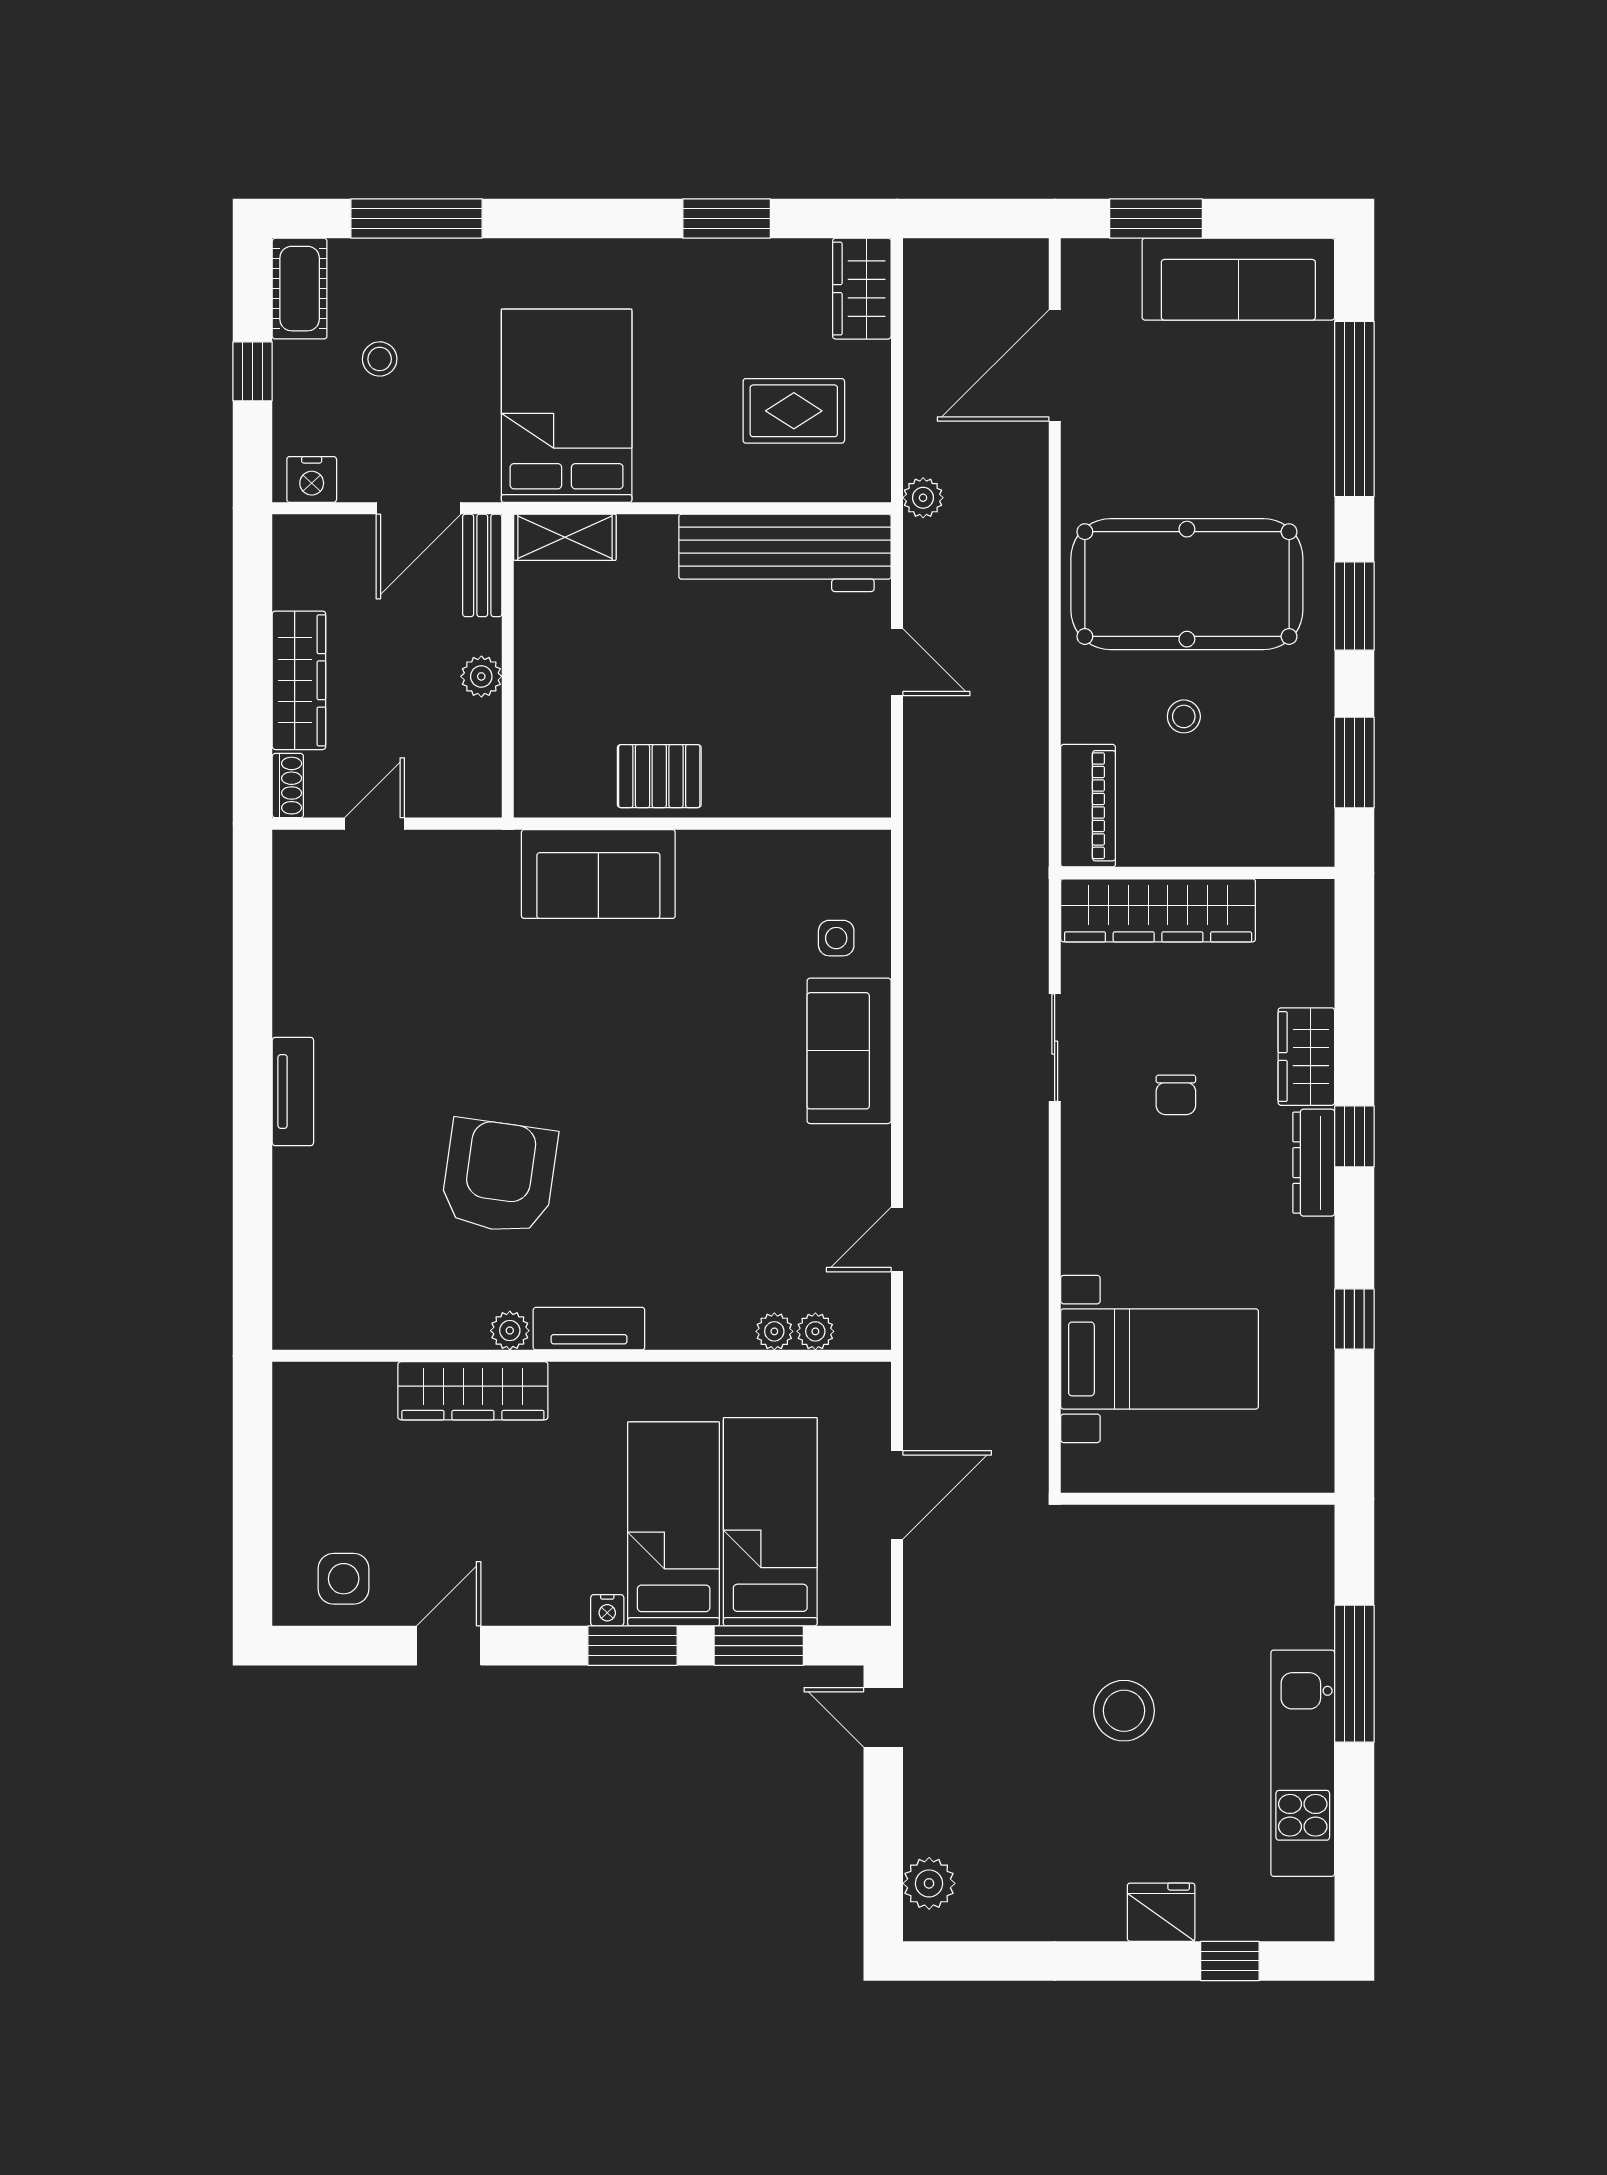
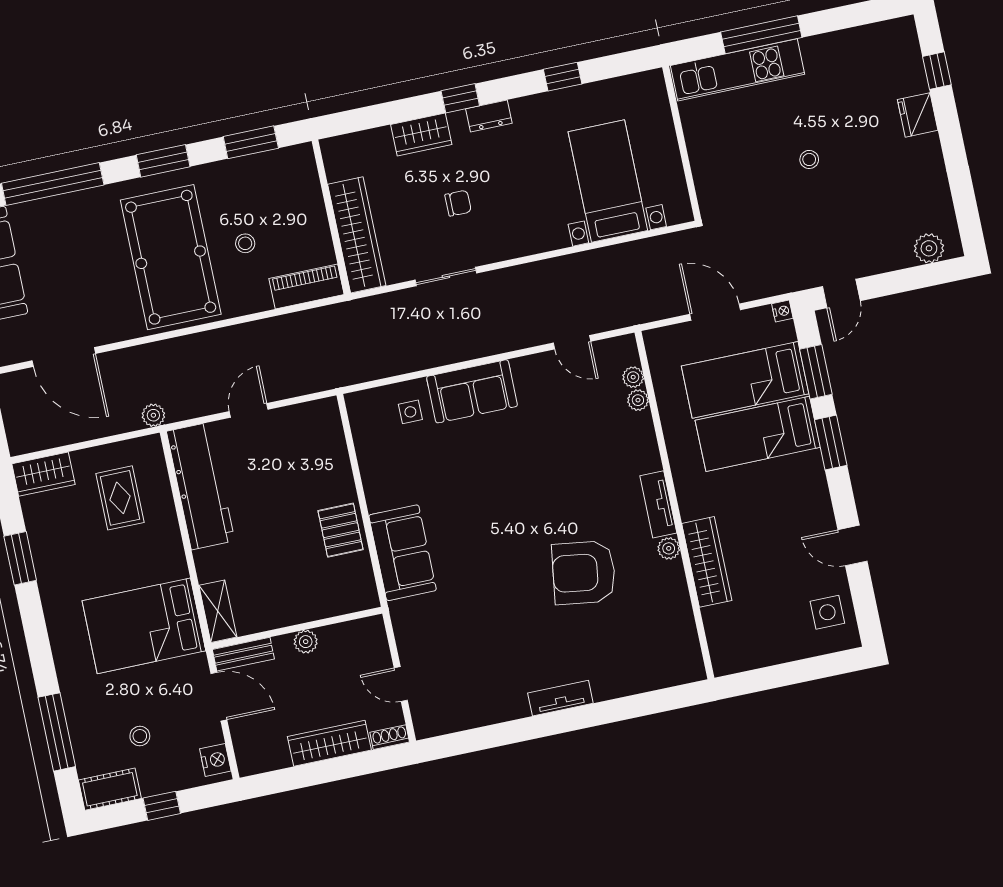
dresser: (1314, 1163) -> (489, 116), width x0.70
nightstand: (607, 1610) -> (782, 311), moved
stool: (1124, 1711) -> (809, 159), width x0.53, depth x0.53
kitchen unit: (1303, 1763) -> (738, 70), moved

